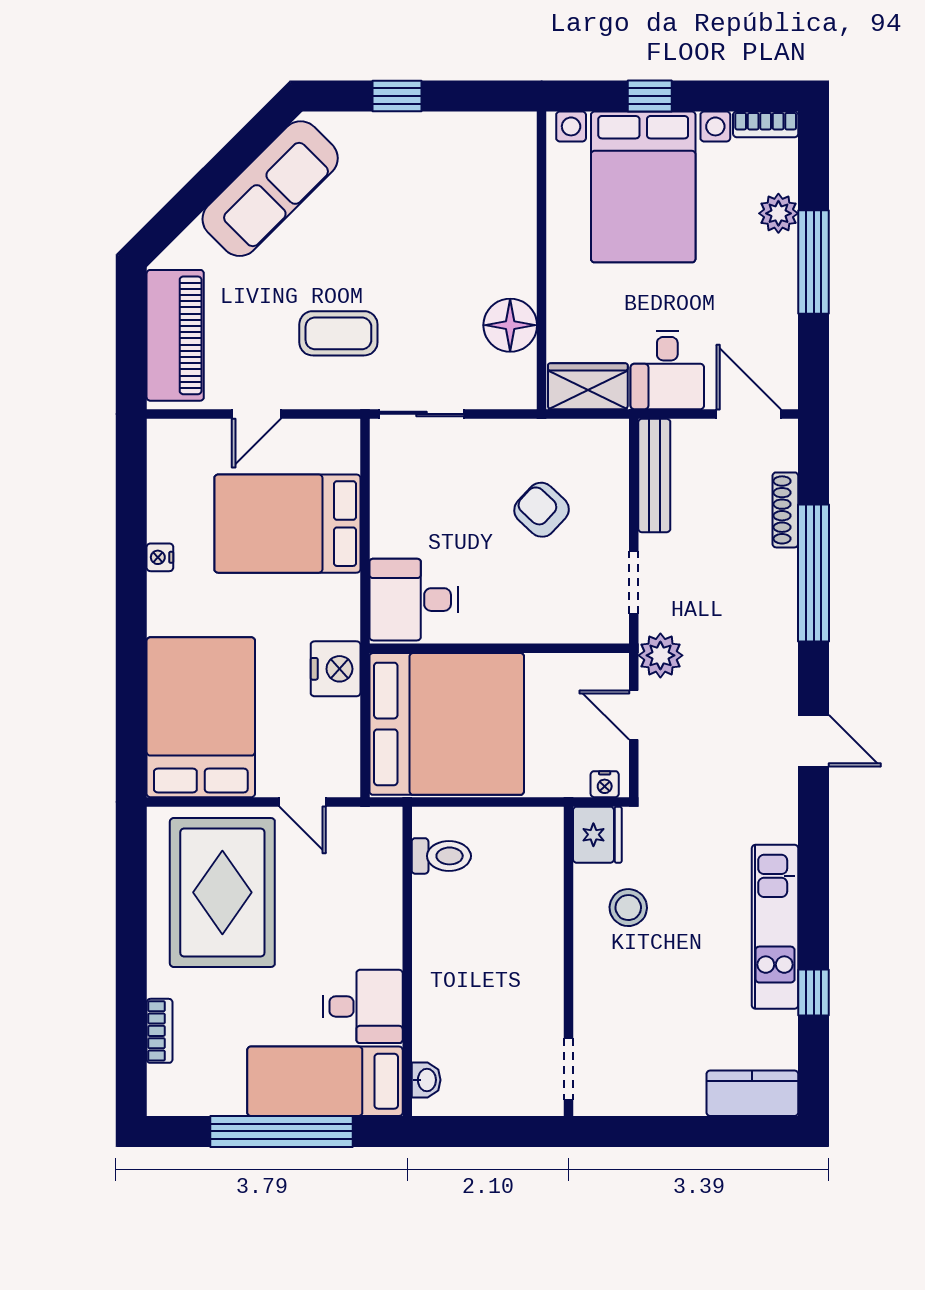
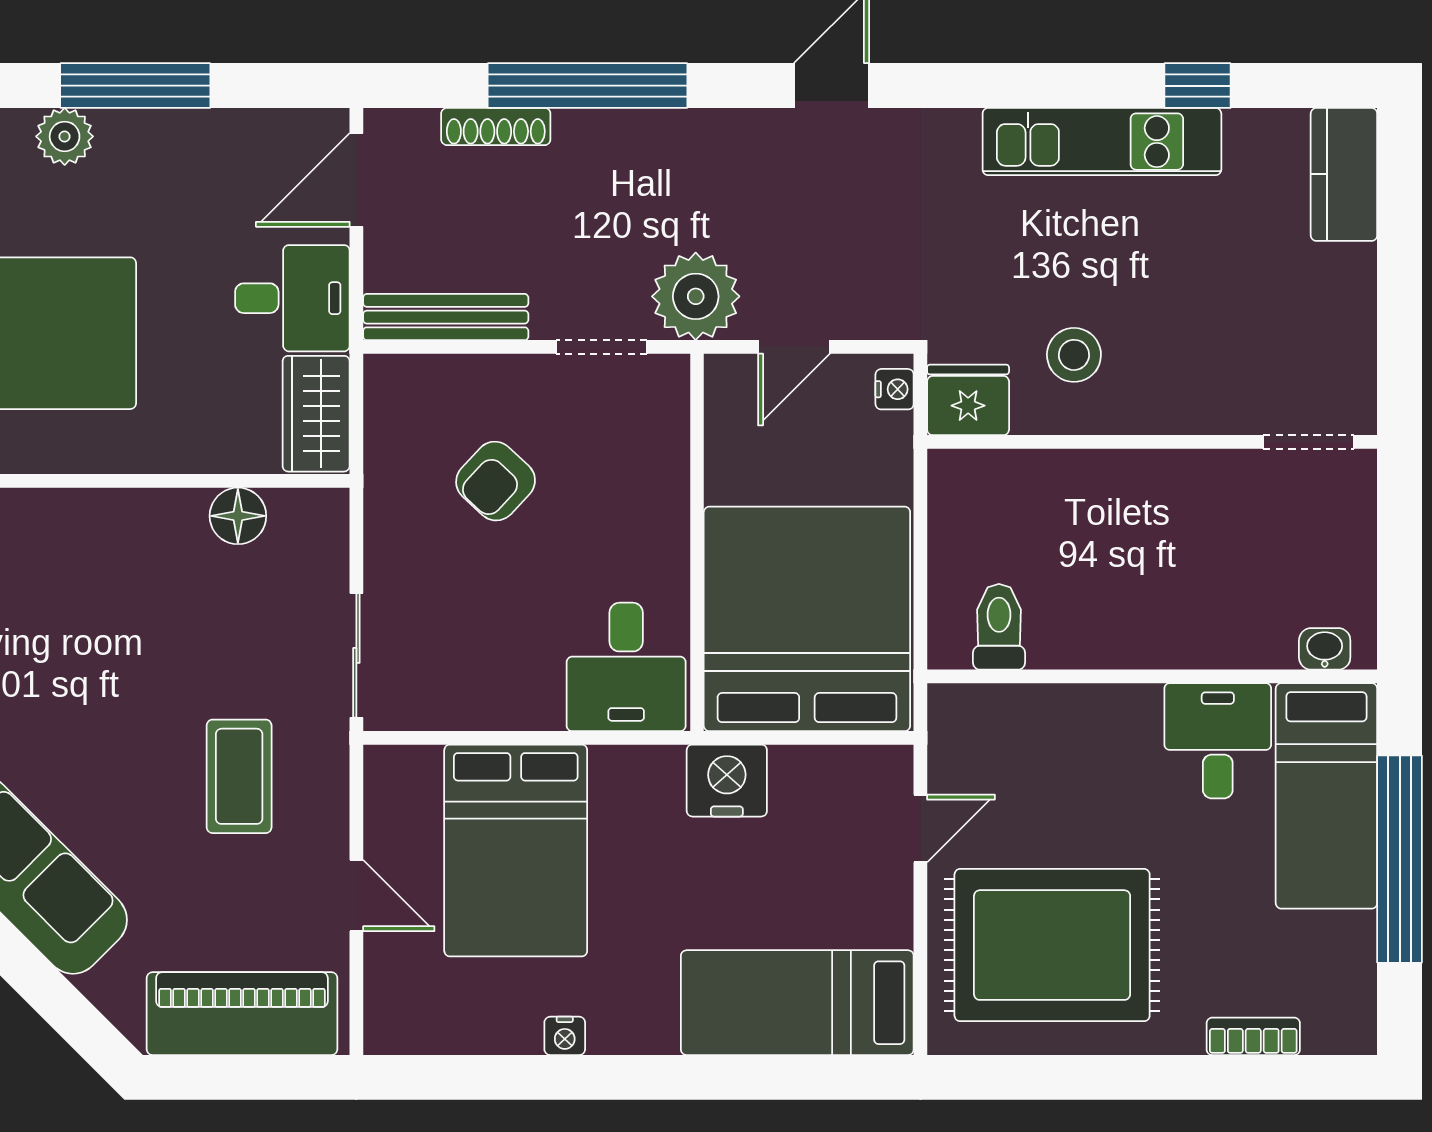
floor lamp: (510, 325) -> (238, 516), width x0.73, depth x0.73
plant: (660, 655) -> (696, 296), width x1.36, depth x1.36
bed: (201, 717) -> (797, 1003), width x0.67

